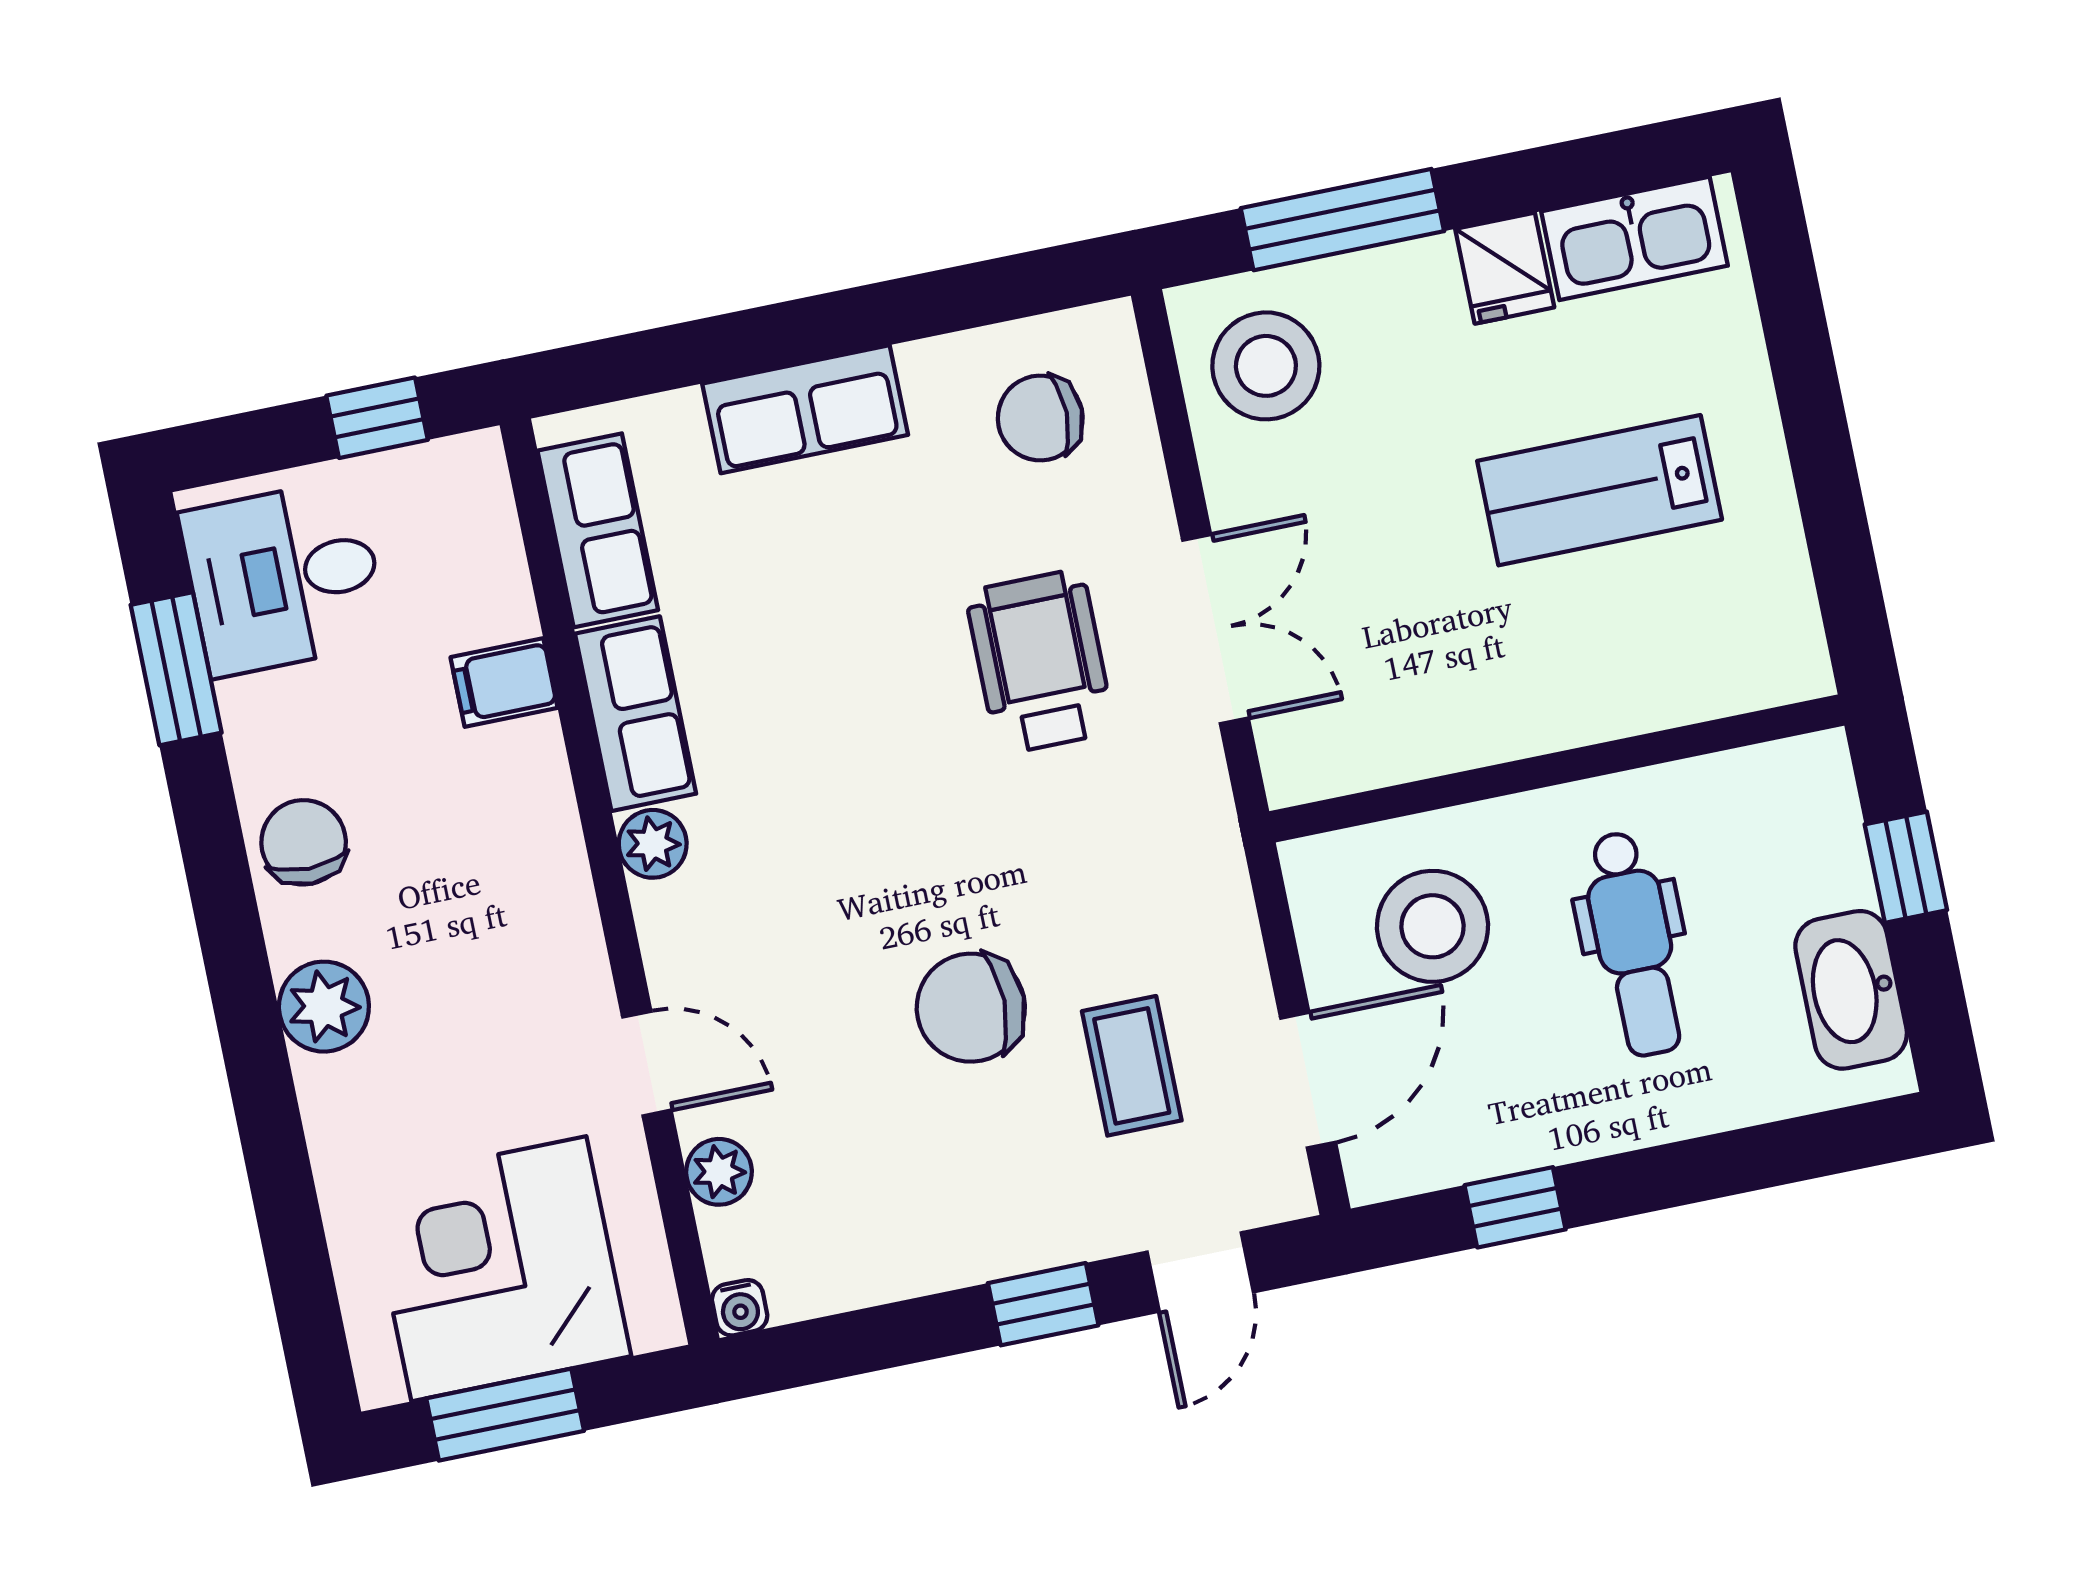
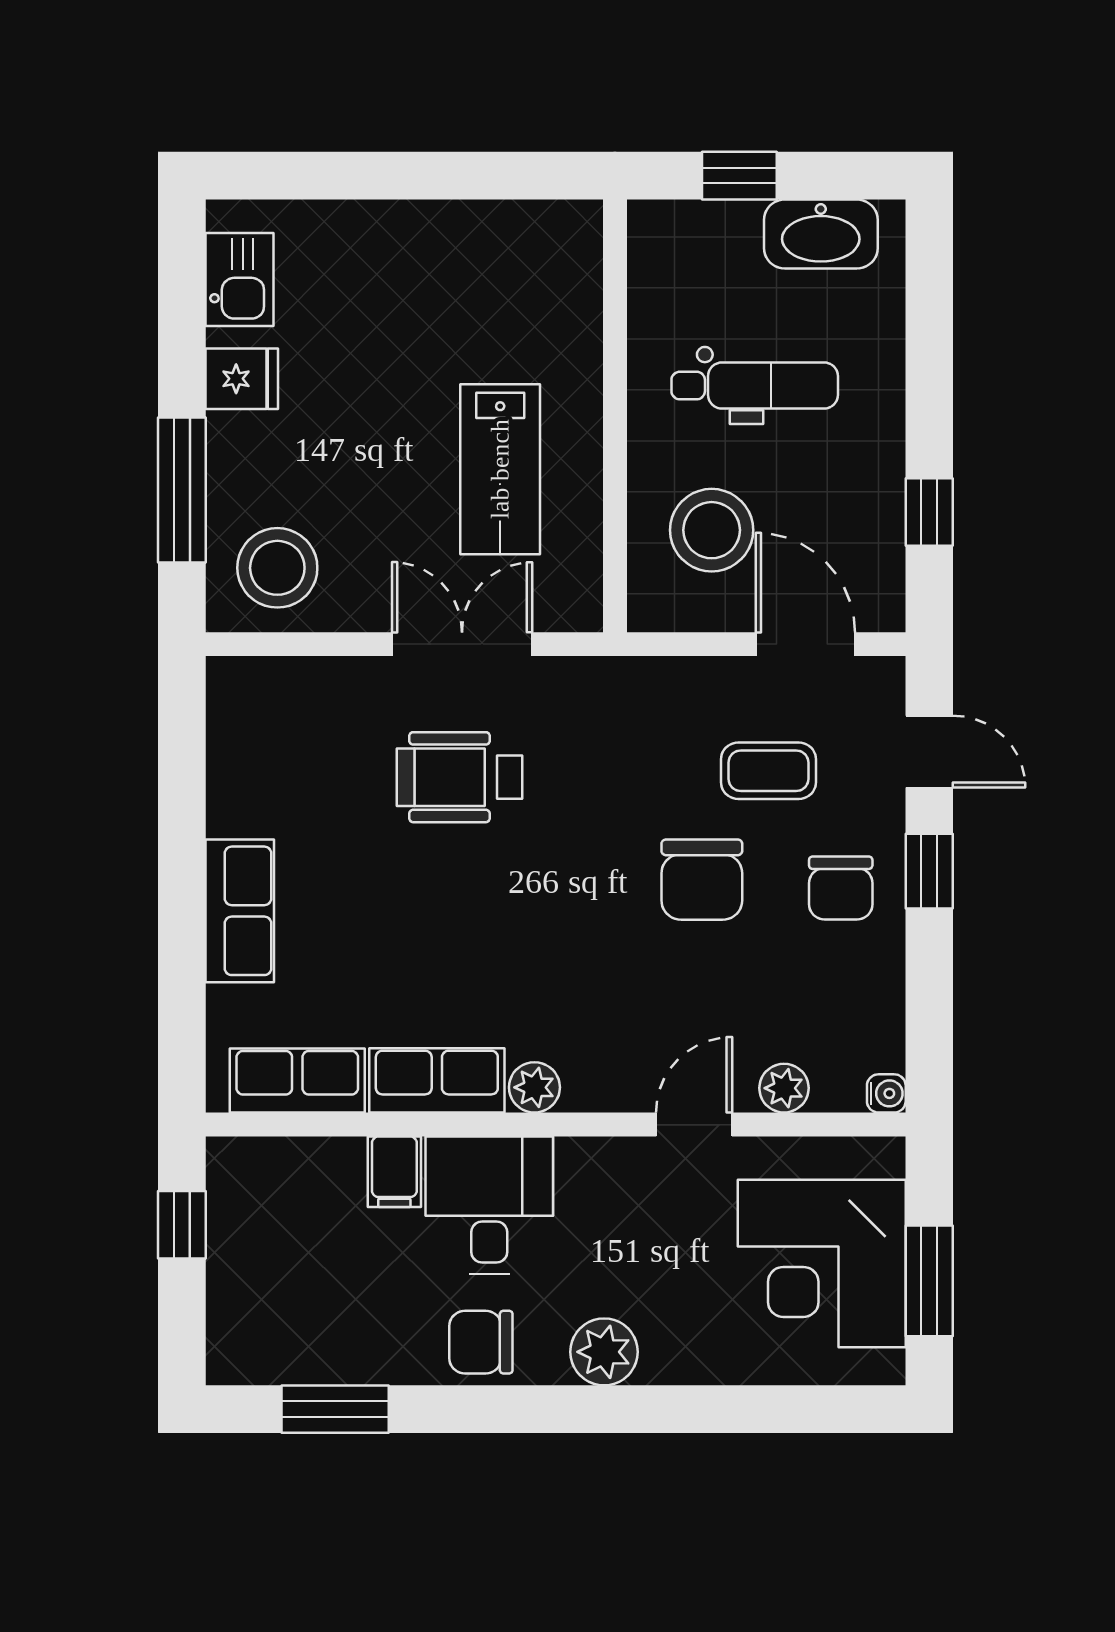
kitchen sink: (1634, 238) -> (240, 280), width x0.73
chair: (1040, 418) -> (841, 888), moved
lab bench: (1600, 490) -> (500, 469), moved
desk: (284, 578) -> (489, 1205), moved, turned 180

